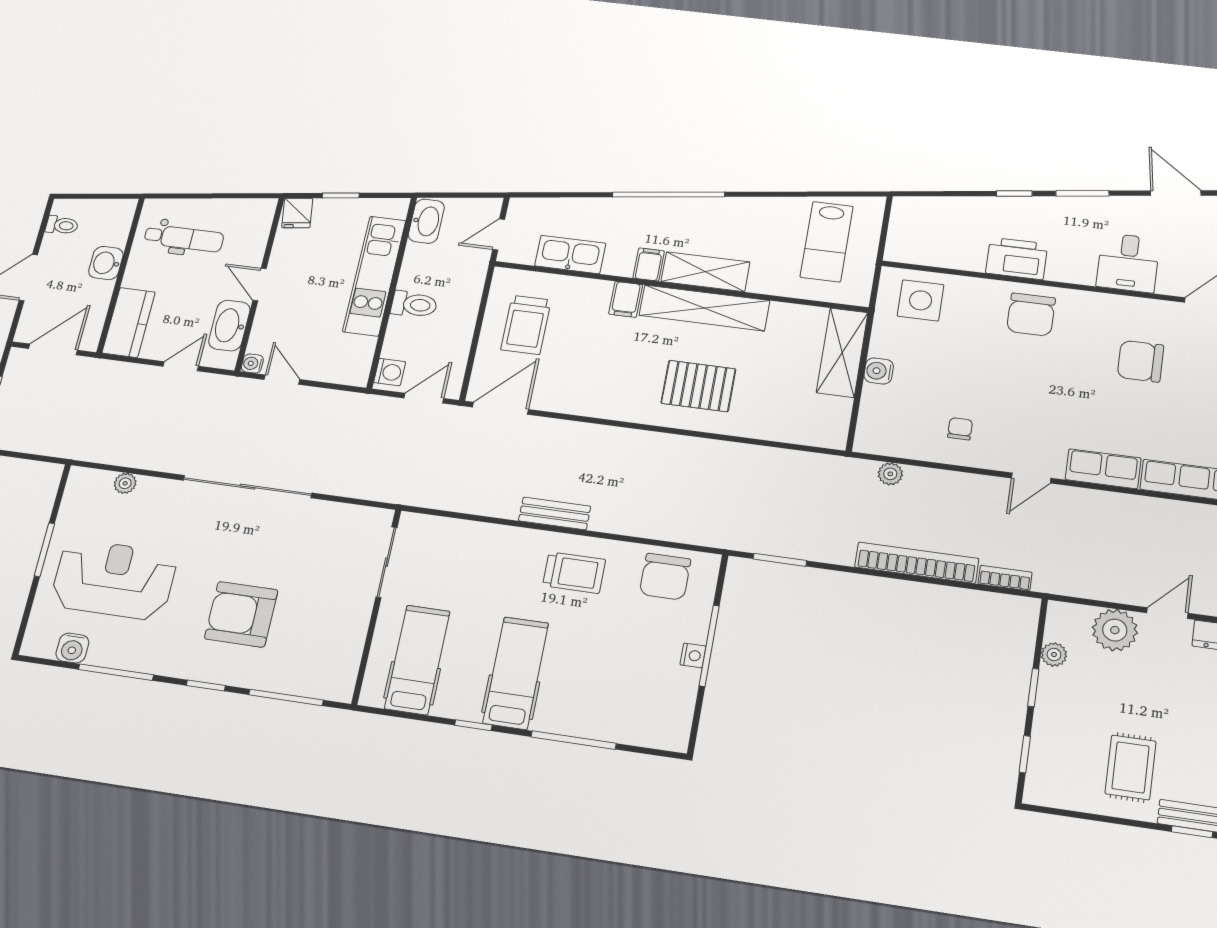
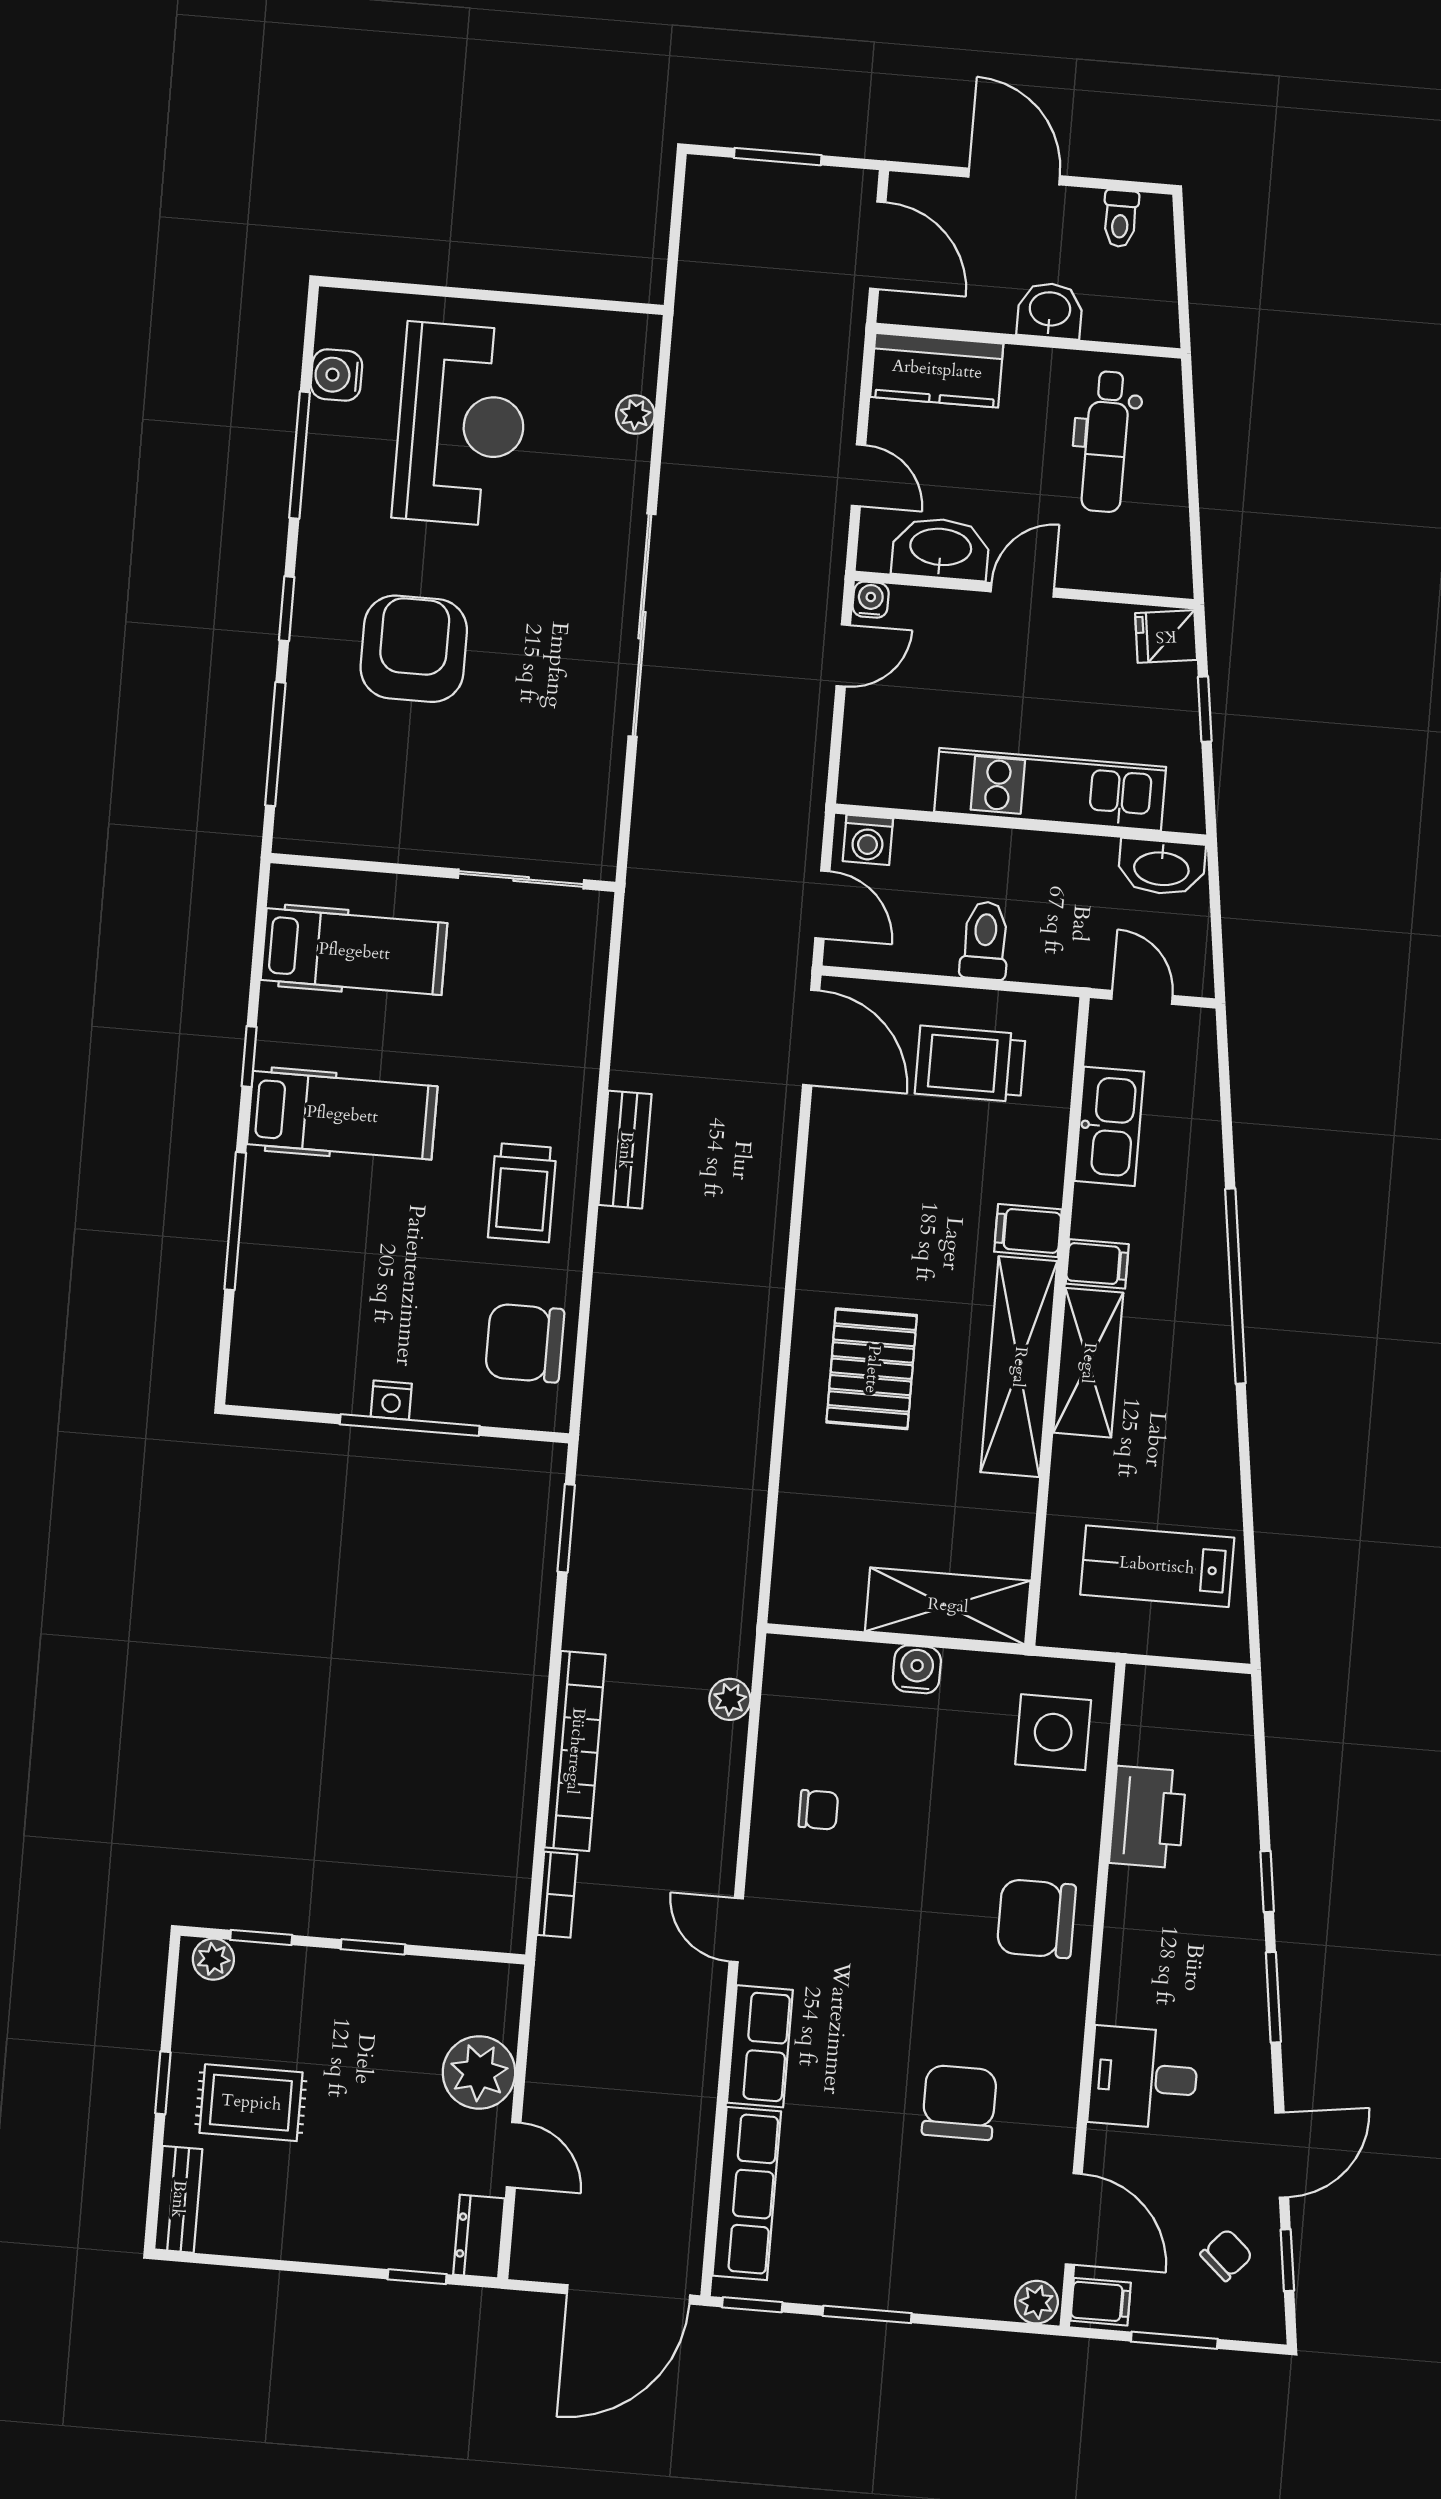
printer: (1017, 258) -> (1148, 1817), moved
toilet: (414, 304) -> (985, 940), moved, turned 180
window: (44, 550) -> (507, 297), removed
plant: (1054, 655) -> (213, 1959), moved
window: (1192, 832) -> (163, 2083), moved

